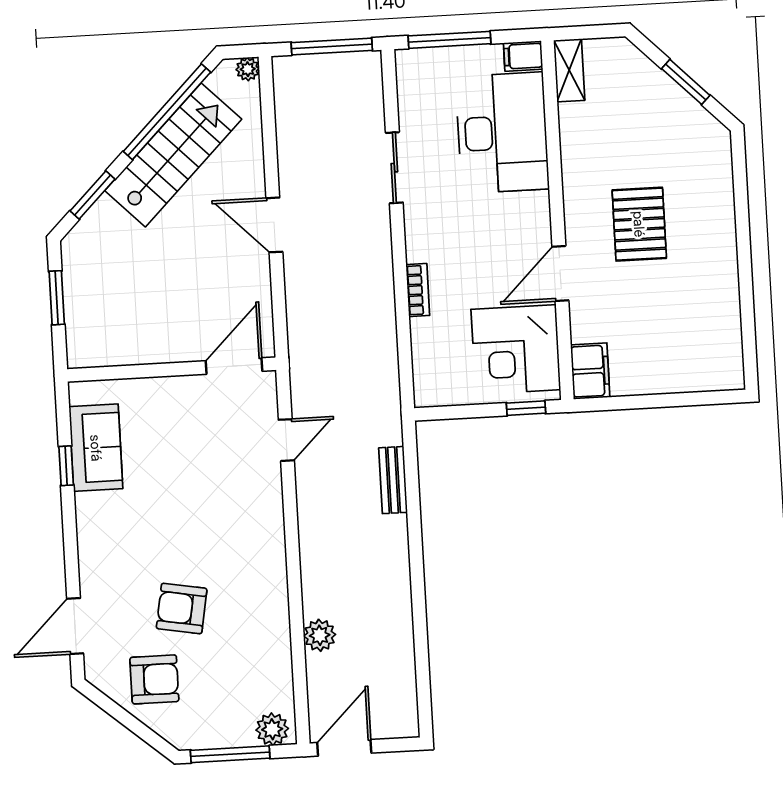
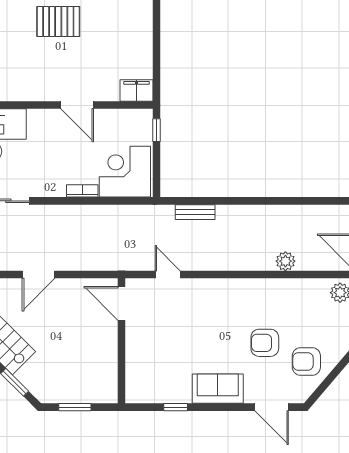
pallet: (639, 224) -> (58, 22), moved
corner desk: (516, 349) -> (125, 172), moved, turned 180
sofa: (96, 448) -> (218, 389), moved
armchair: (182, 608) -> (265, 343), turned 80
armchair: (154, 679) -> (306, 361), turned -90

